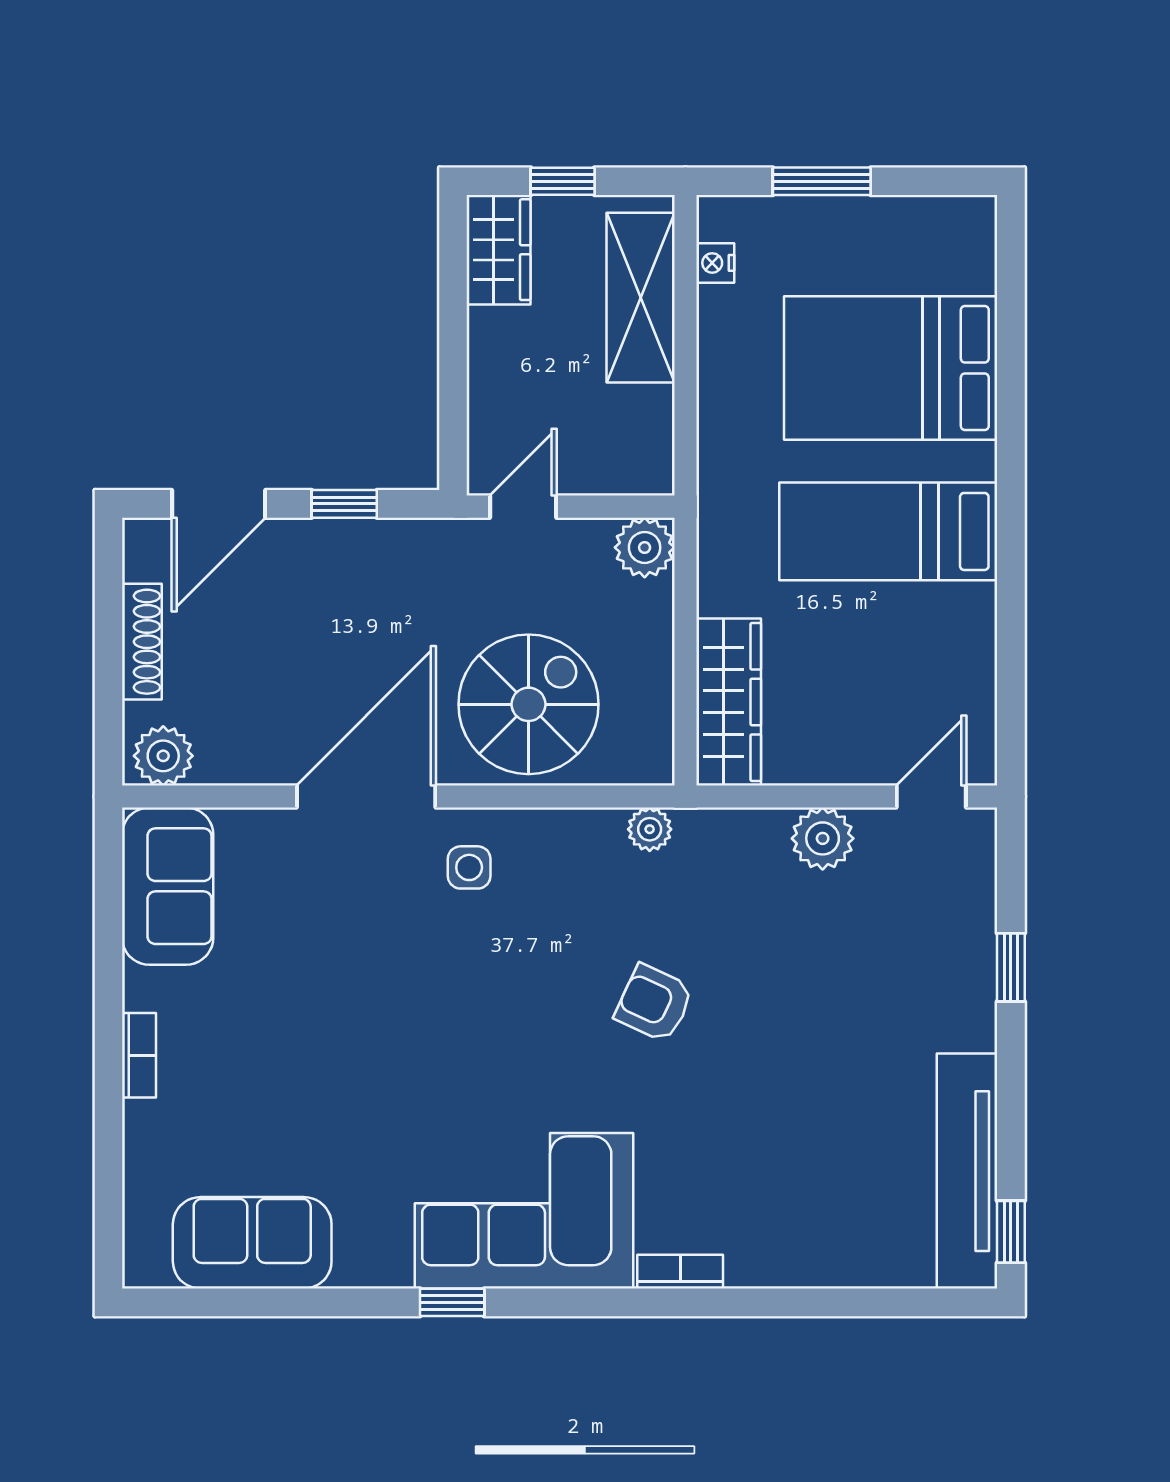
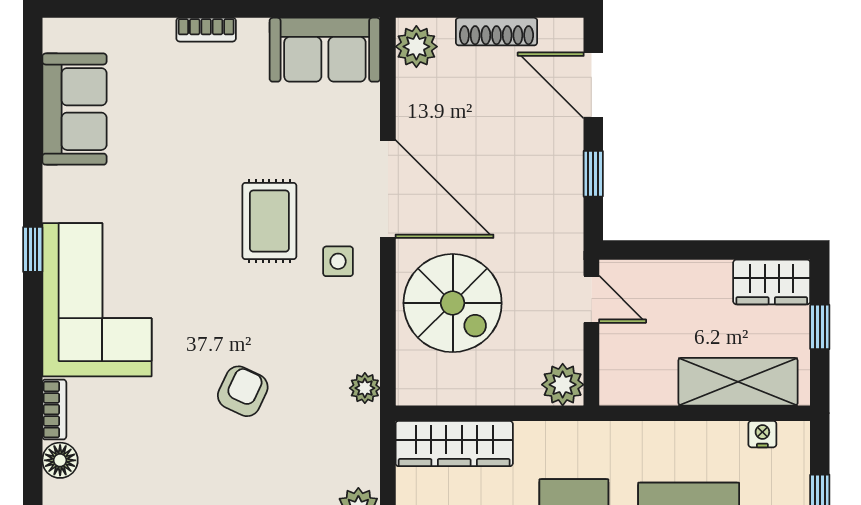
rug: (412, 965) -> (269, 221), added
floor lamp: (752, 1263) -> (60, 460), added

